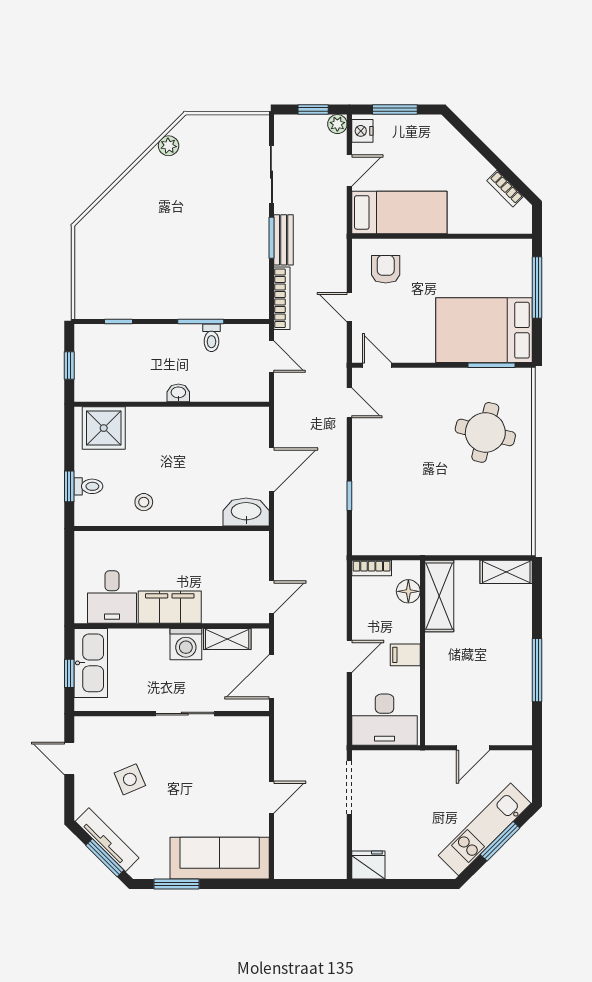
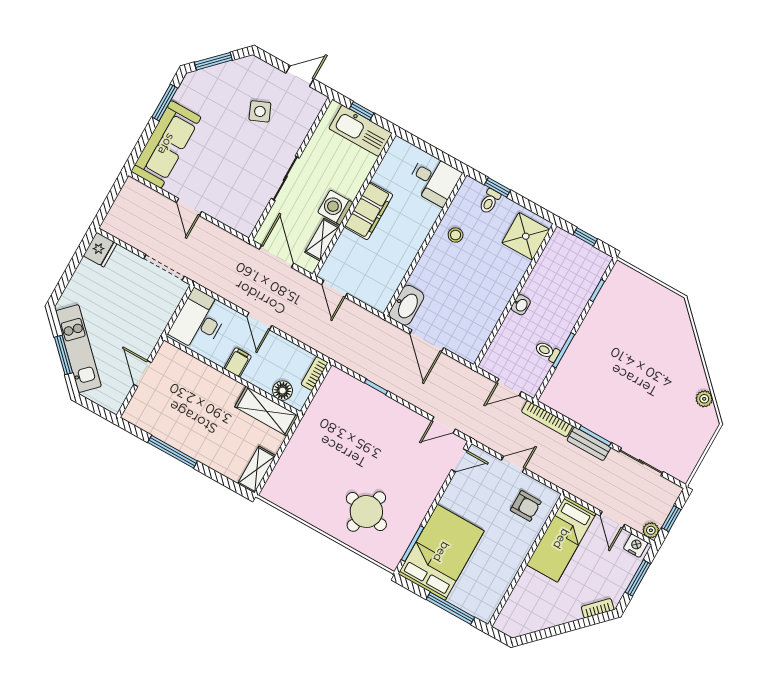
bookcase: (505, 189) -> (598, 608), moved
desk: (112, 597) -> (434, 180), moved, turned 180
tv unit: (107, 840) -> (225, 70), removed

